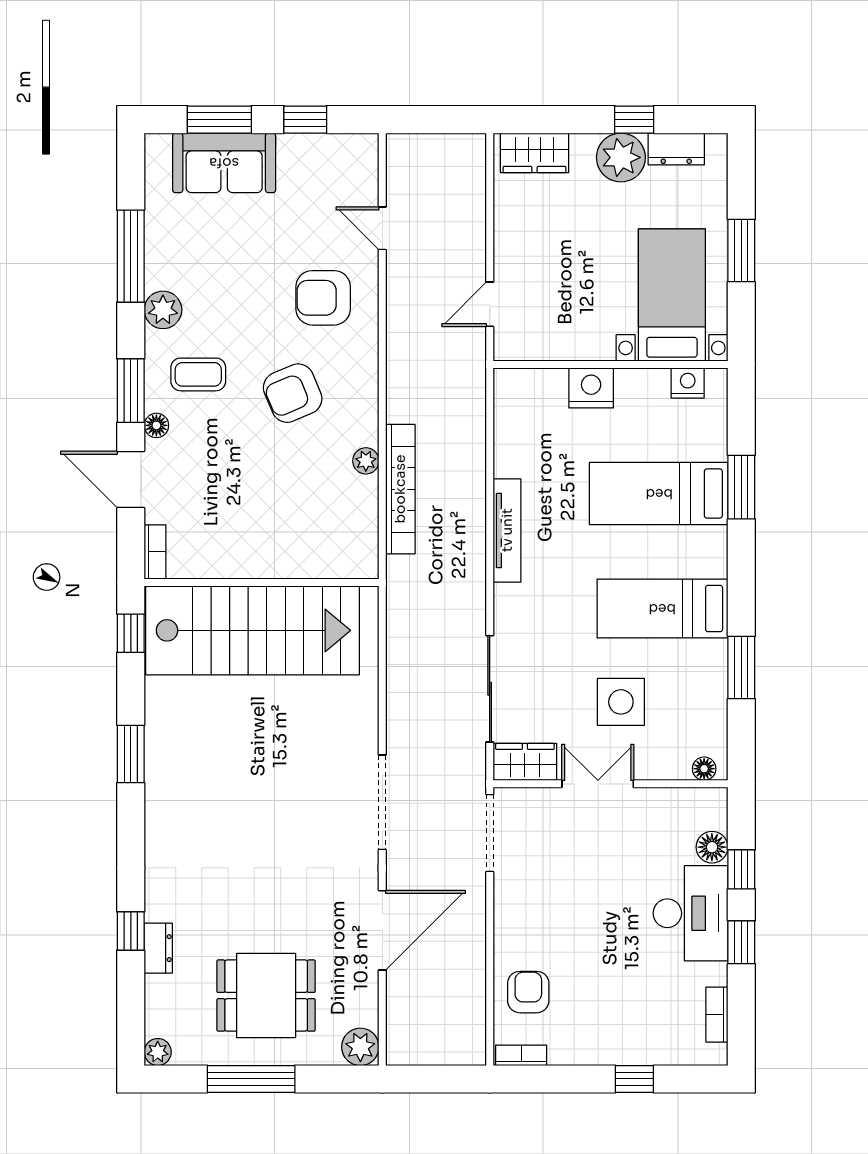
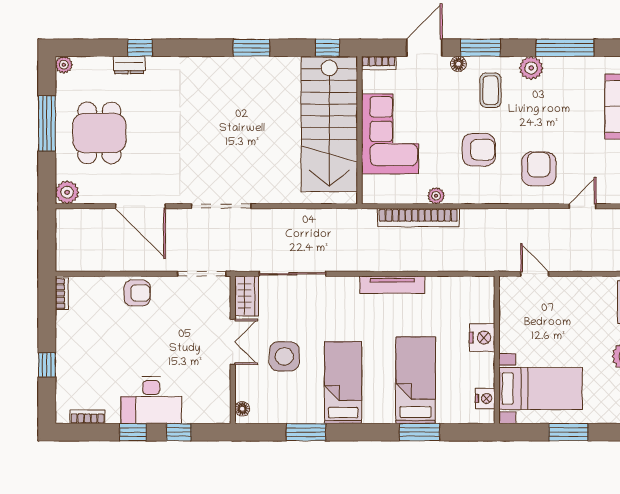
armchair: (293, 393) -> (479, 150), turned 113
corner sofa: (268, 534) -> (390, 134), added
floor lamp: (712, 847) -> (193, 414), removed
armchair: (528, 992) -> (137, 293), moved

